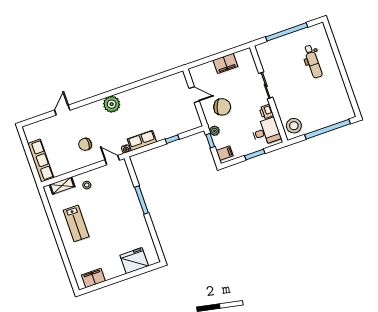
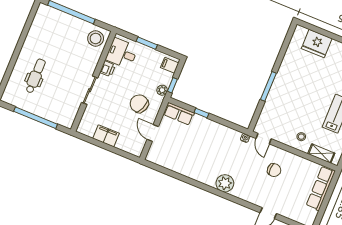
row of seats: (142, 140) -> (179, 114), moved

